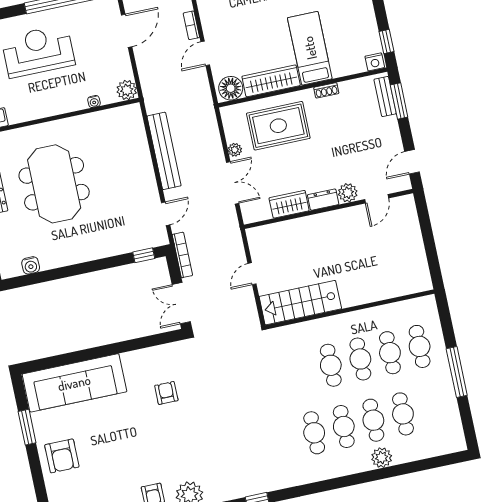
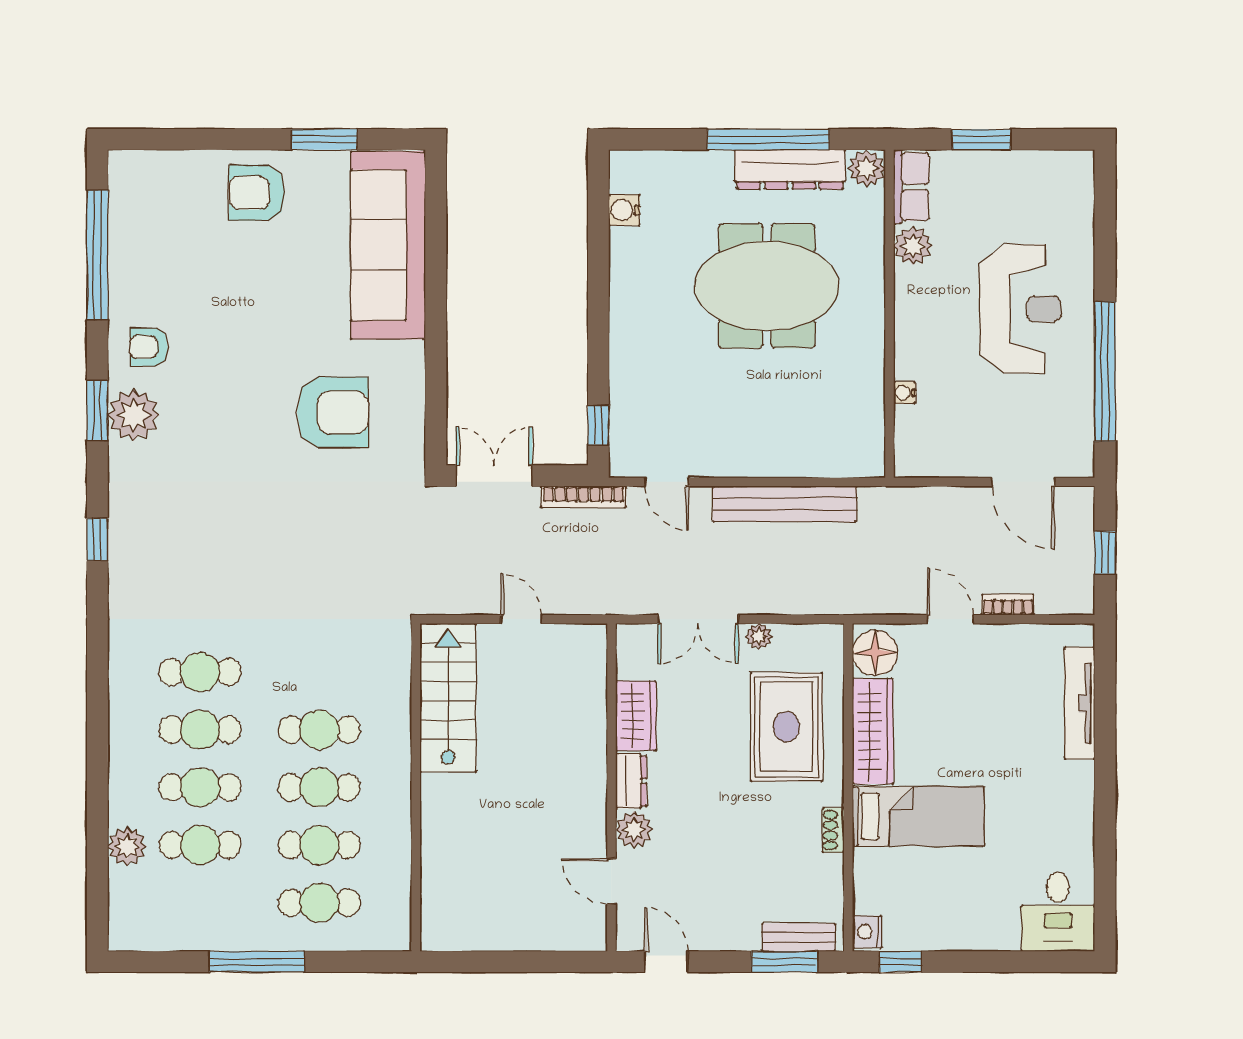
plant: (127, 90) -> (913, 246), moved
armchair: (166, 393) -> (333, 412), width x1.88, depth x1.88
plant: (382, 458) -> (127, 846), moved

